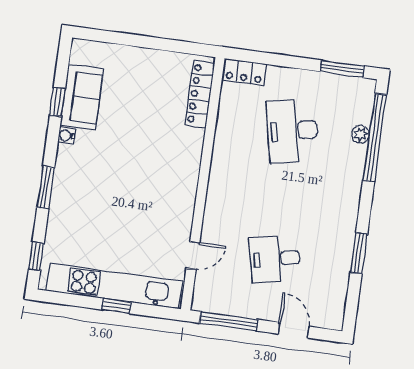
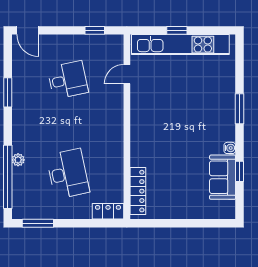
plant: (361, 134) -> (18, 160), moved
window: (36, 256) -> (239, 58), removed
window: (229, 321) -> (95, 30), width x0.46
door: (294, 330) -> (28, 30), moved

